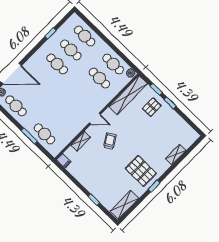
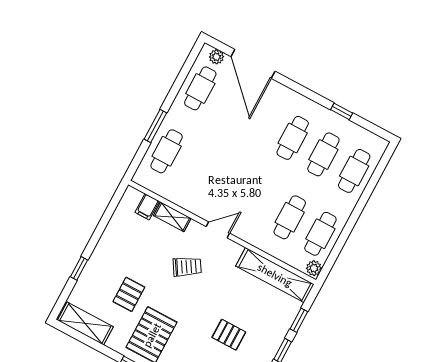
pallet: (152, 107) -> (229, 335), moved
door: (95, 119) -> (218, 230), swing flipped
filing cabinet: (64, 161) -> (147, 207), moved
pallet: (116, 177) -> (129, 294), added

